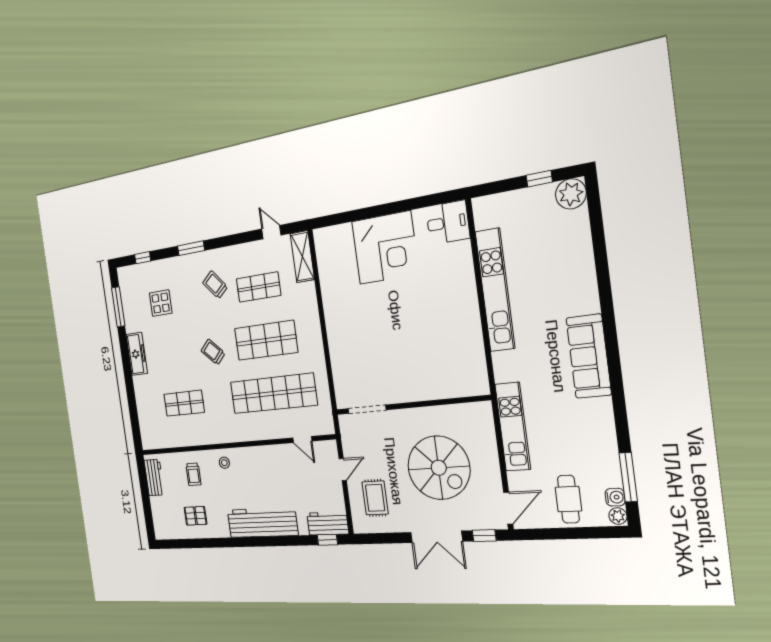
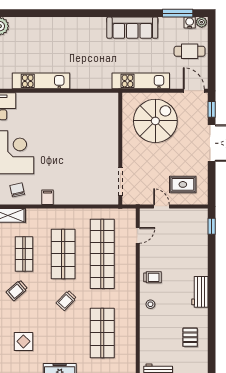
chair: (336, 264) -> (17, 190), added
kitchen unit: (495, 290) -> (41, 81), width x0.73
filing cabinet: (333, 309) -> (48, 197), added
sofa: (589, 356) -> (132, 28), moved
shop shelf: (184, 403) -> (102, 333), width x1.43, depth x1.36
spiral stairs: (439, 468) -> (155, 121), moved
trolley: (193, 474) -> (152, 277), moved
workbench: (262, 523) -> (200, 292), width x0.53, depth x0.76
workbench: (328, 523) -> (200, 224), removed

